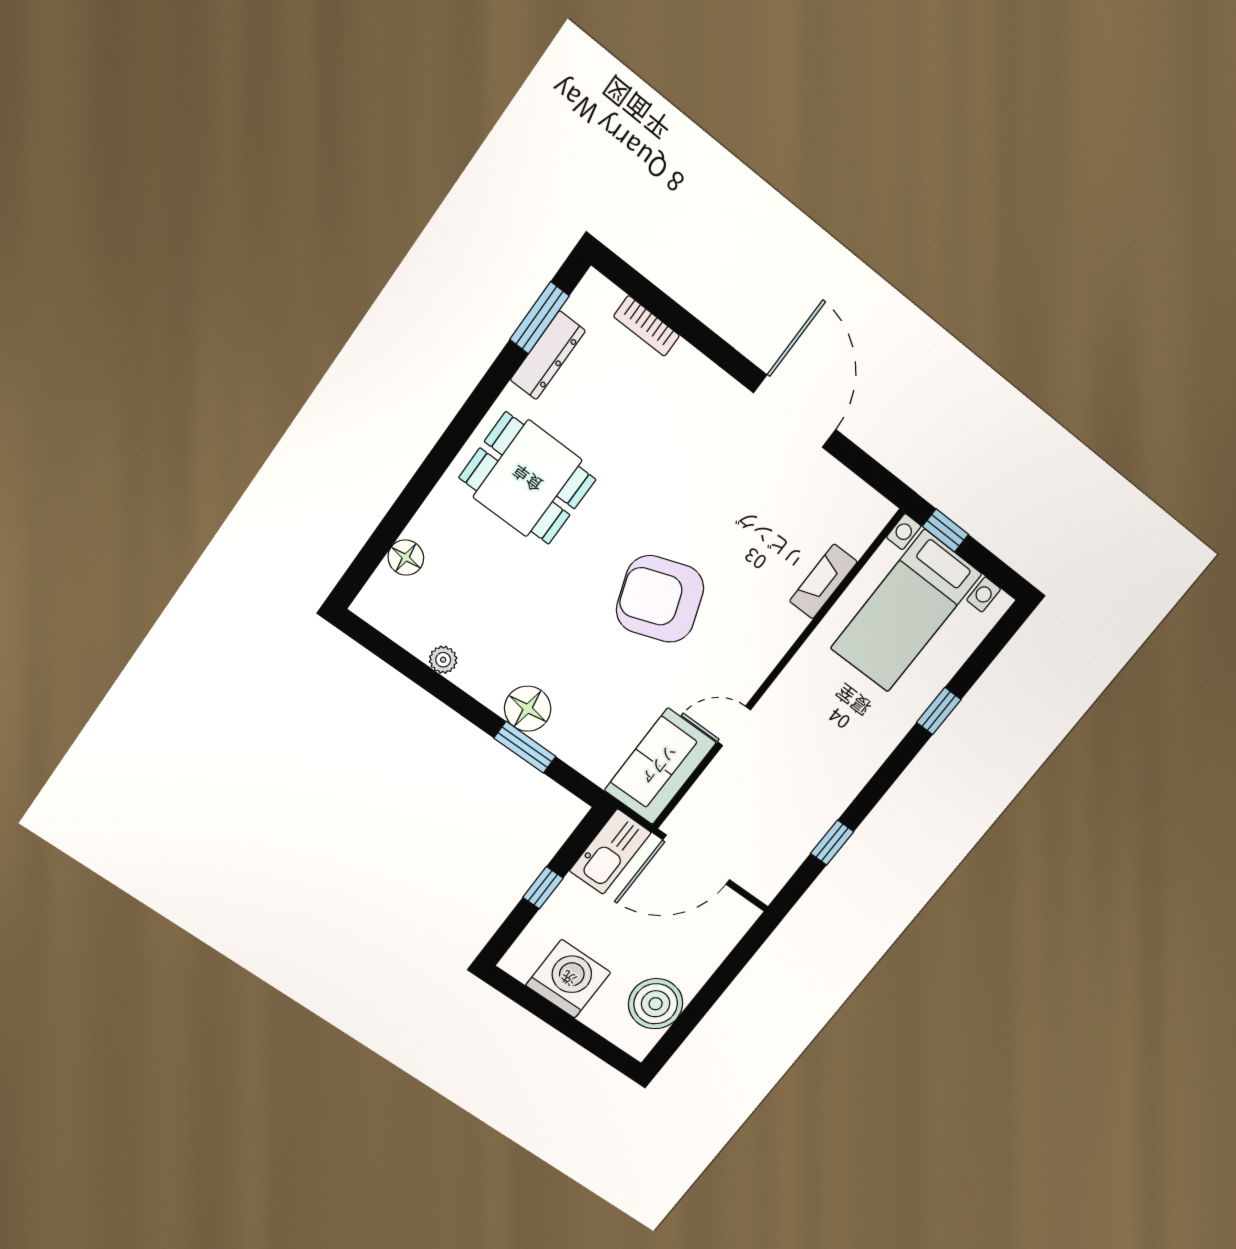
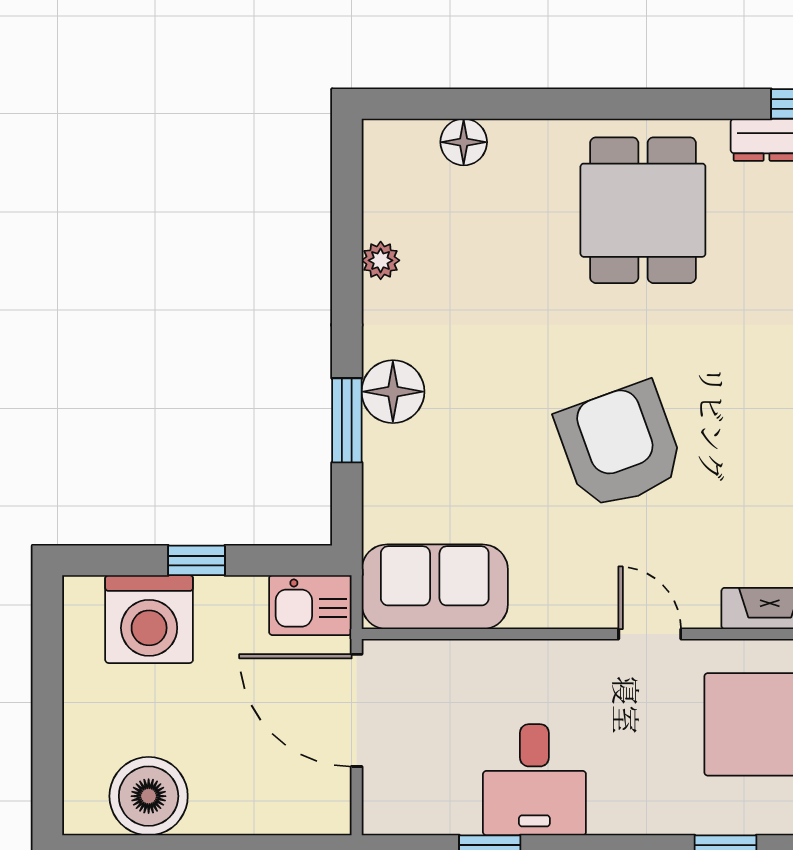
door: (734, 726) -> (650, 634), moved
desk: (813, 790) -> (534, 780), added
kitchen sink: (610, 852) -> (310, 605), width x0.73
washing machine: (568, 979) -> (149, 619), moved, turned 90

